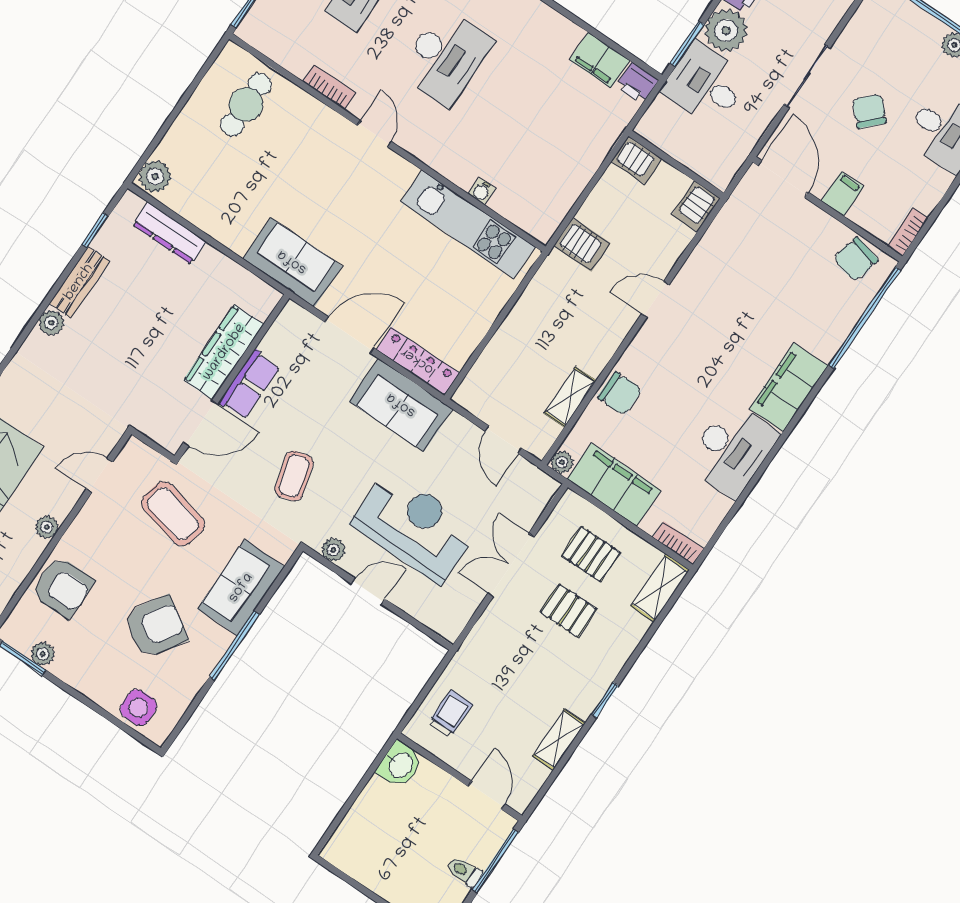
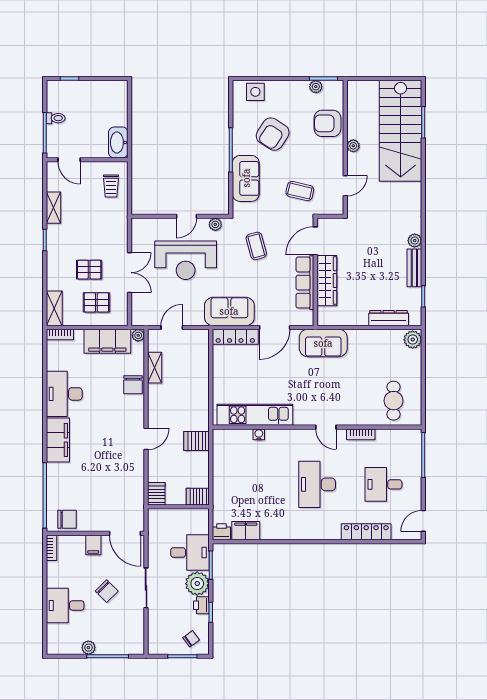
chair: (856, 259) -> (67, 519), turned 76
row of seats: (249, 385) -> (305, 283), width x1.48
chair: (620, 393) -> (133, 385), turned -90
door: (503, 440) -> (172, 327), hinge flipped
coffee table: (173, 514) -> (300, 191), width x0.73, depth x0.77
washbasin: (400, 765) -> (118, 143), width x1.38

